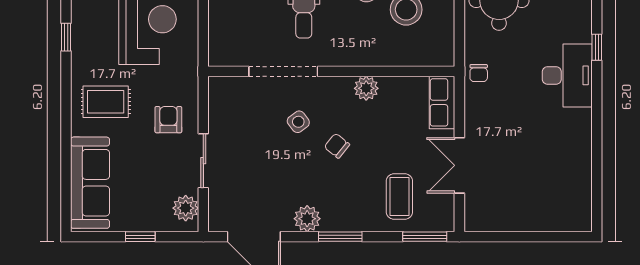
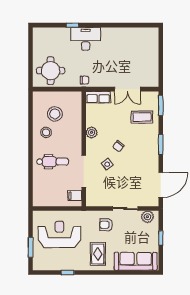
filing cabinet: (231, 52) -> (75, 196), added
plant: (307, 219) -> (152, 160), removed

